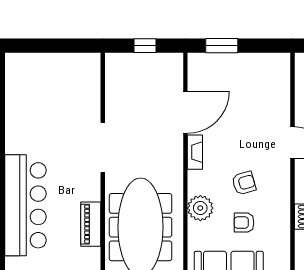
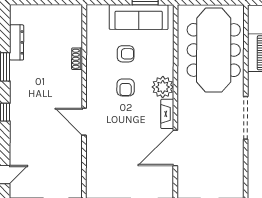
armchair: (244, 183) -> (126, 87), turned -74
plant: (200, 208) -> (163, 87), moved

